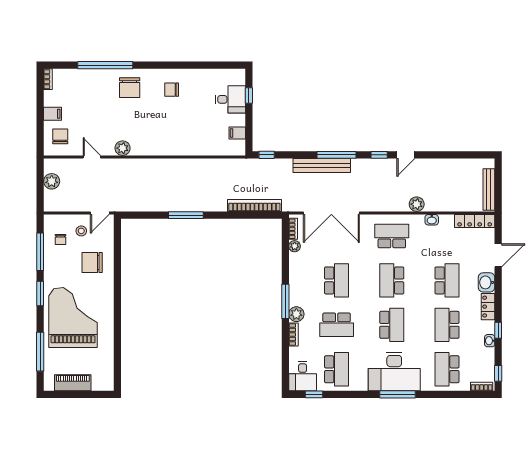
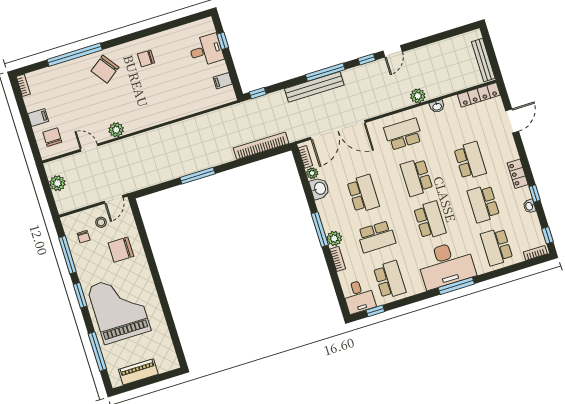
chair: (130, 88) -> (105, 69), turned 54
washbasin: (487, 282) -> (320, 188), moved, turned 180

